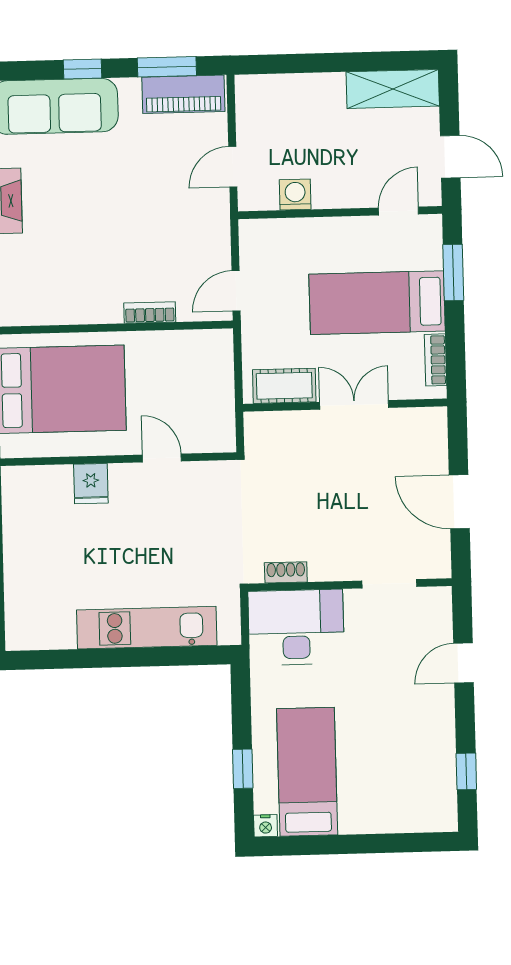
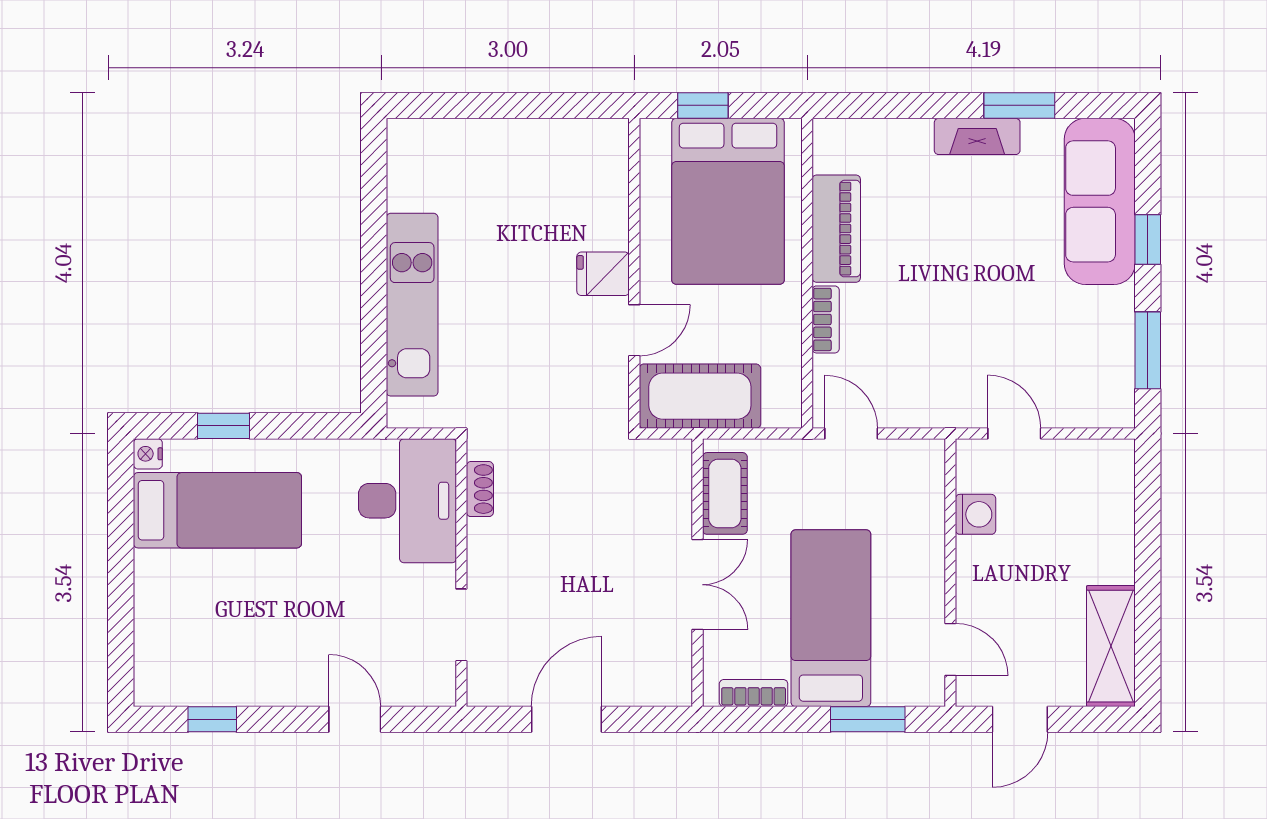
piano: (183, 94) -> (836, 229), moved, turned 180
cot: (211, 407) -> (700, 396), added
fridge: (91, 484) -> (603, 274), moved

